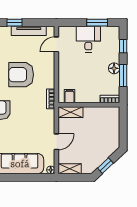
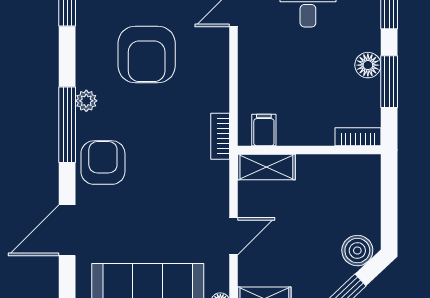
armchair: (21, 75) -> (147, 54), moved, turned -90
boiler: (110, 148) -> (357, 251), added

